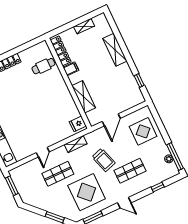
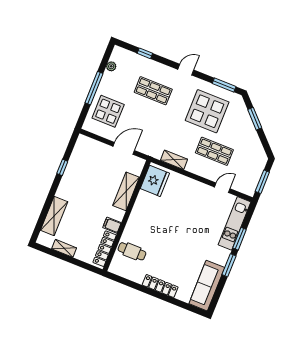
shelving: (115, 50) -> (54, 216), moved
window: (139, 81) -> (62, 167), moved
fridge: (78, 124) -> (155, 181), width x1.88, depth x1.34
door: (43, 152) -> (222, 188), moved
window: (175, 157) -> (94, 88), moved
trolley: (104, 160) -> (165, 123), removed
door: (124, 203) -> (186, 70), hinge flipped

